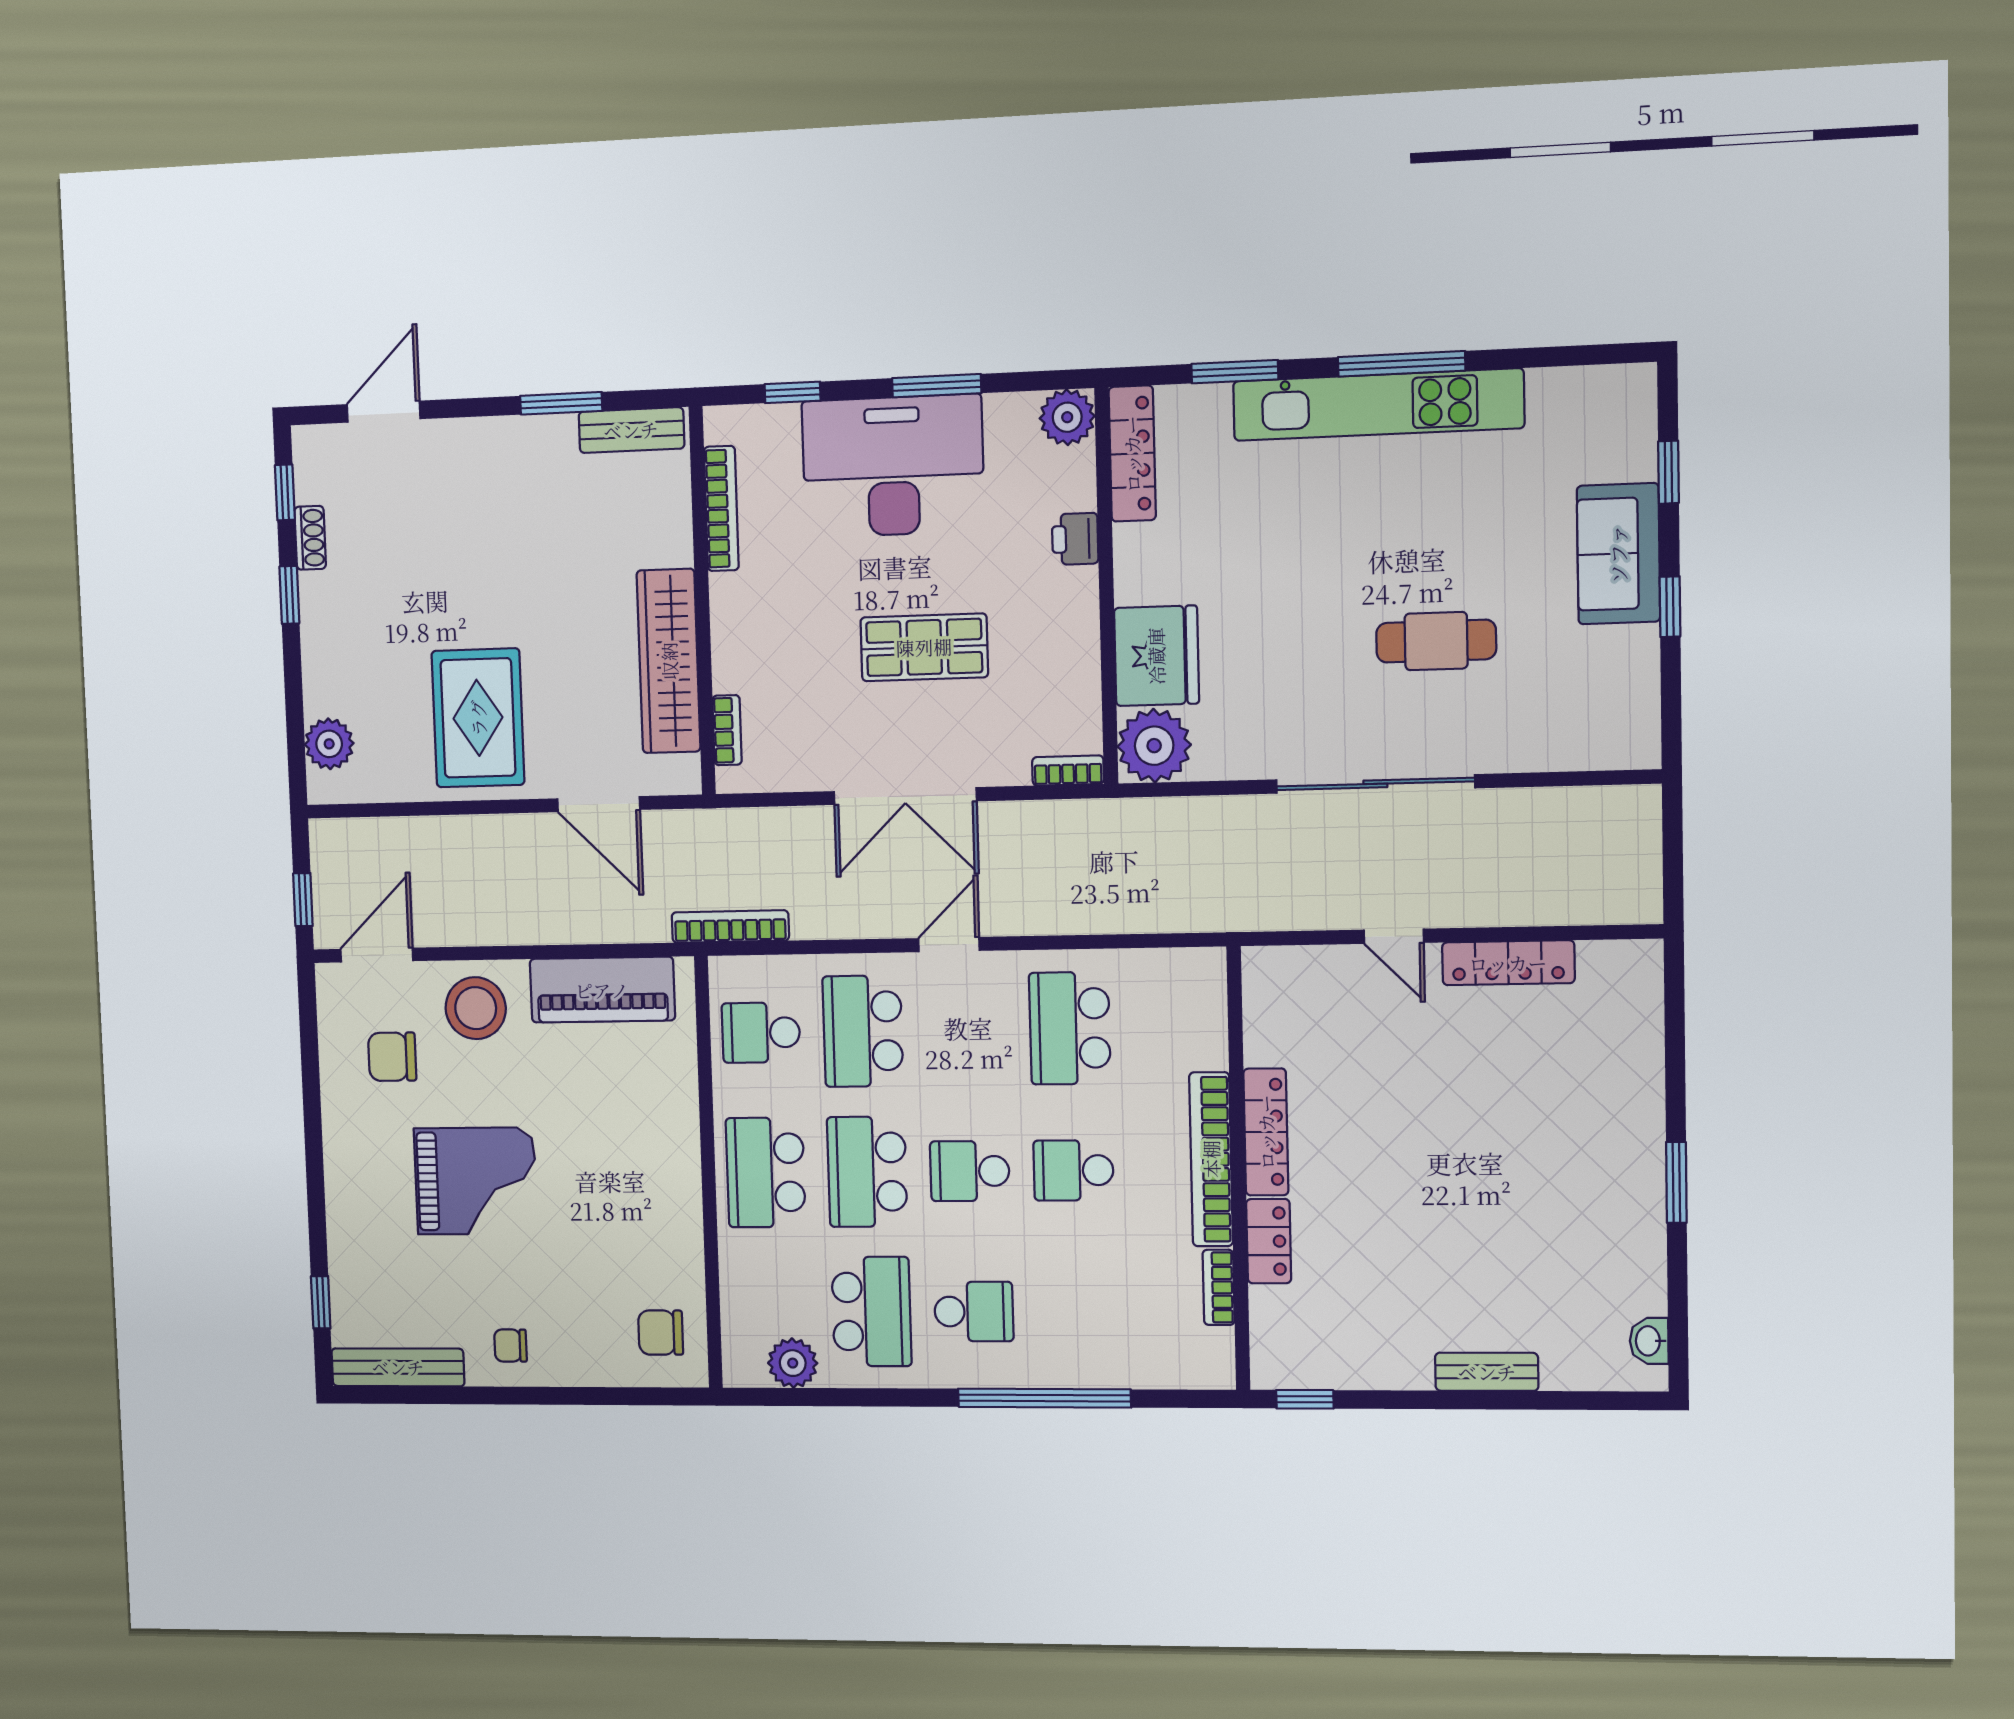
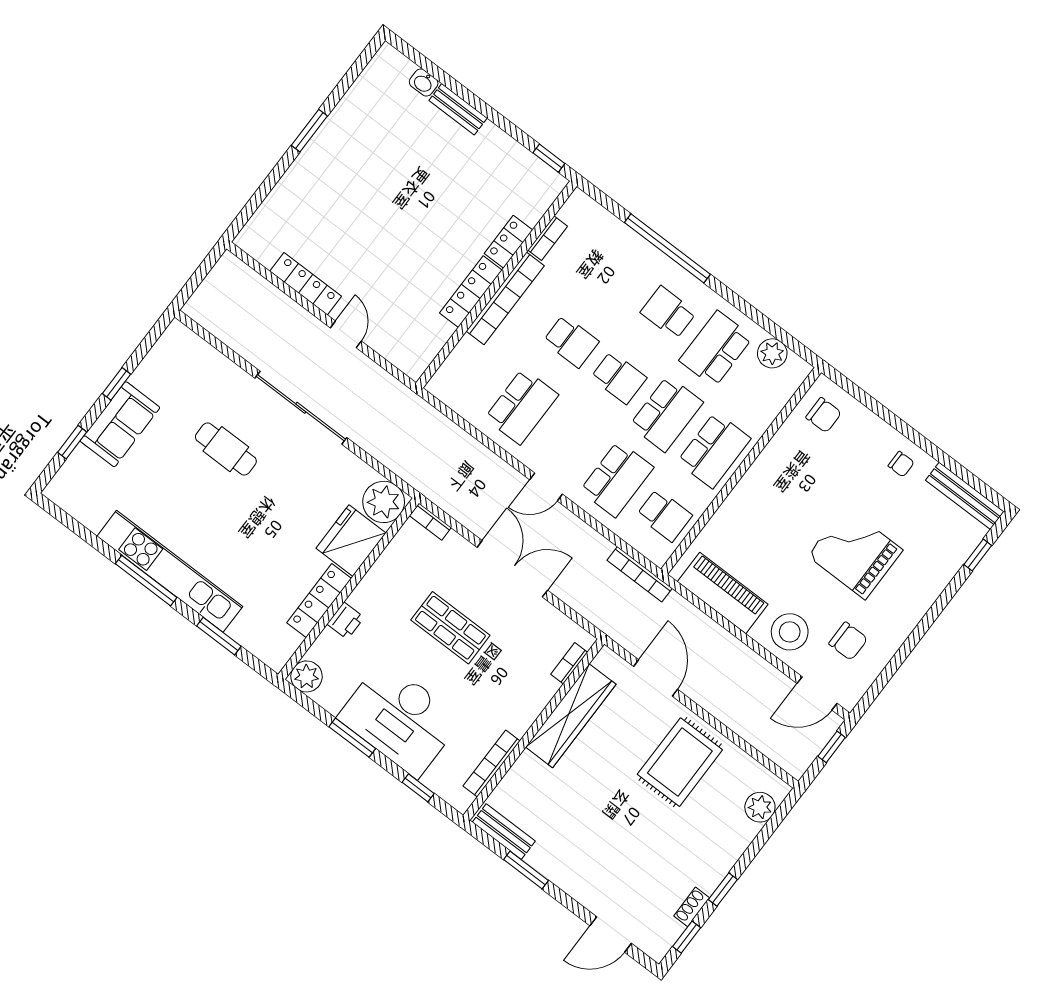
locker: (1132, 454) -> (319, 601), moved
washbasin: (1649, 1341) -> (424, 83), moved, turned 90

